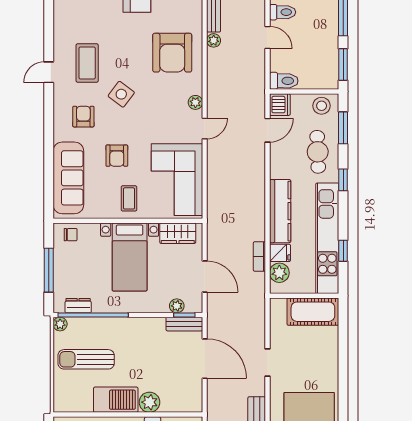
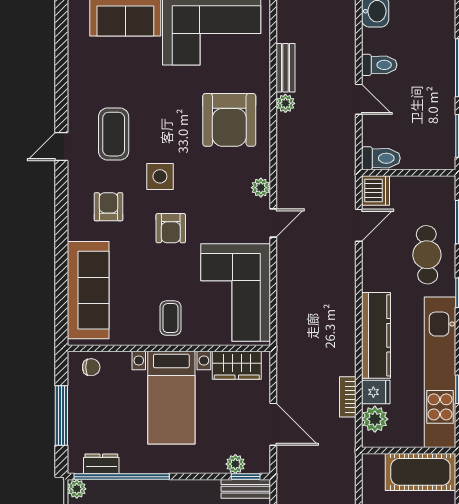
side table: (121, 94) -> (160, 176), turned -37
stool: (322, 106) -> (432, 192), removed
armchair: (117, 156) -> (171, 228), moved

